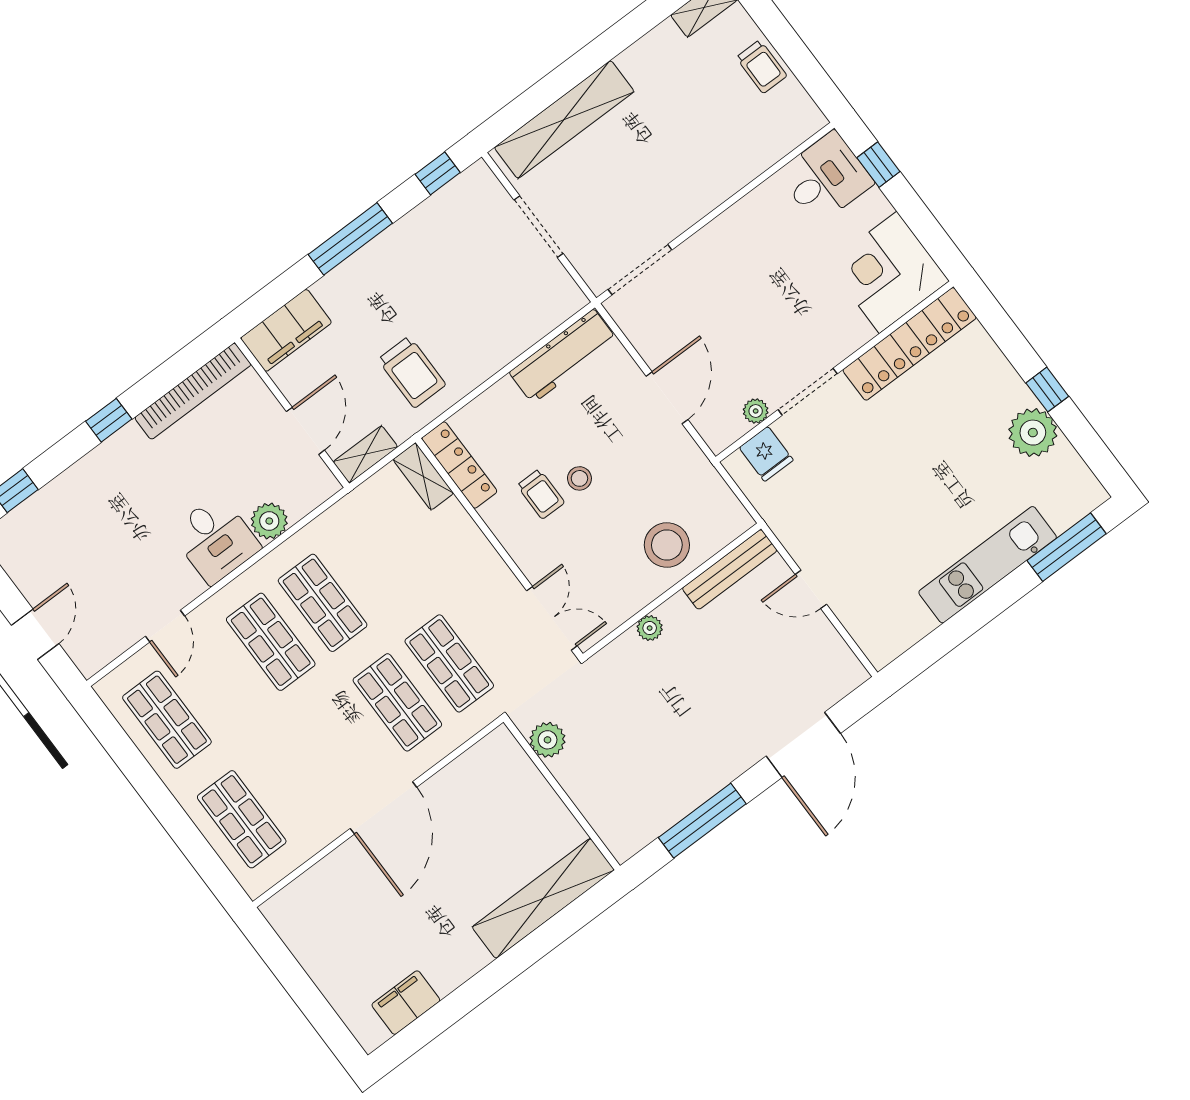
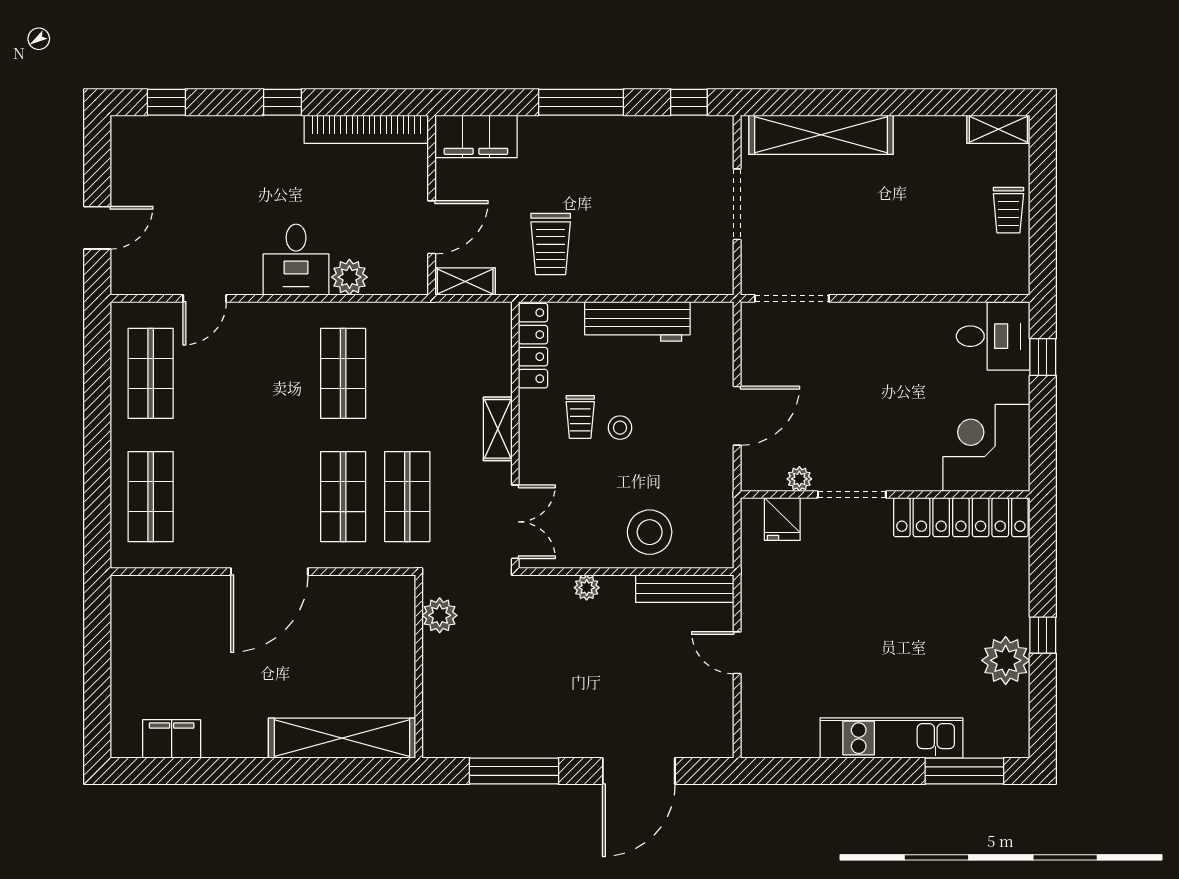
workbench: (563, 356) -> (637, 321), moved
shelving: (423, 476) -> (498, 429), moved
shop shelf: (271, 642) -> (279, 373), removed

